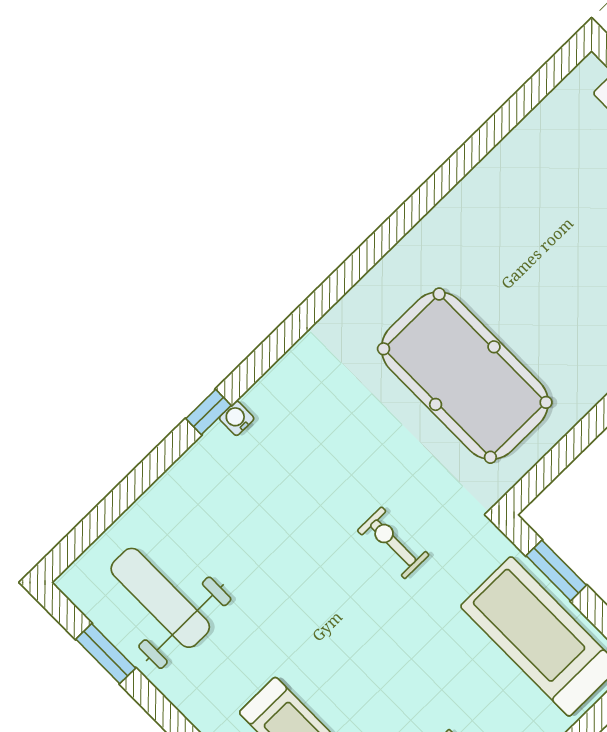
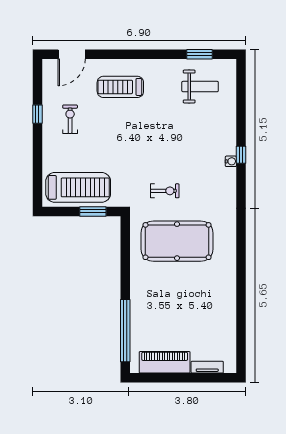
exercise bike: (393, 543) -> (165, 191), moved
weight bench: (160, 598) -> (200, 87), width x0.73, depth x0.75

